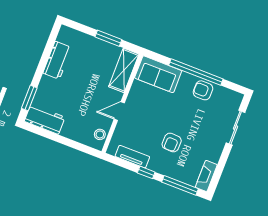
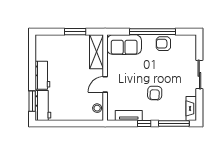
workbench: (57, 60) -> (42, 75), moved
workbench: (45, 119) -> (43, 106), moved, turned 90
sliding door: (235, 128) -> (199, 74), moved

